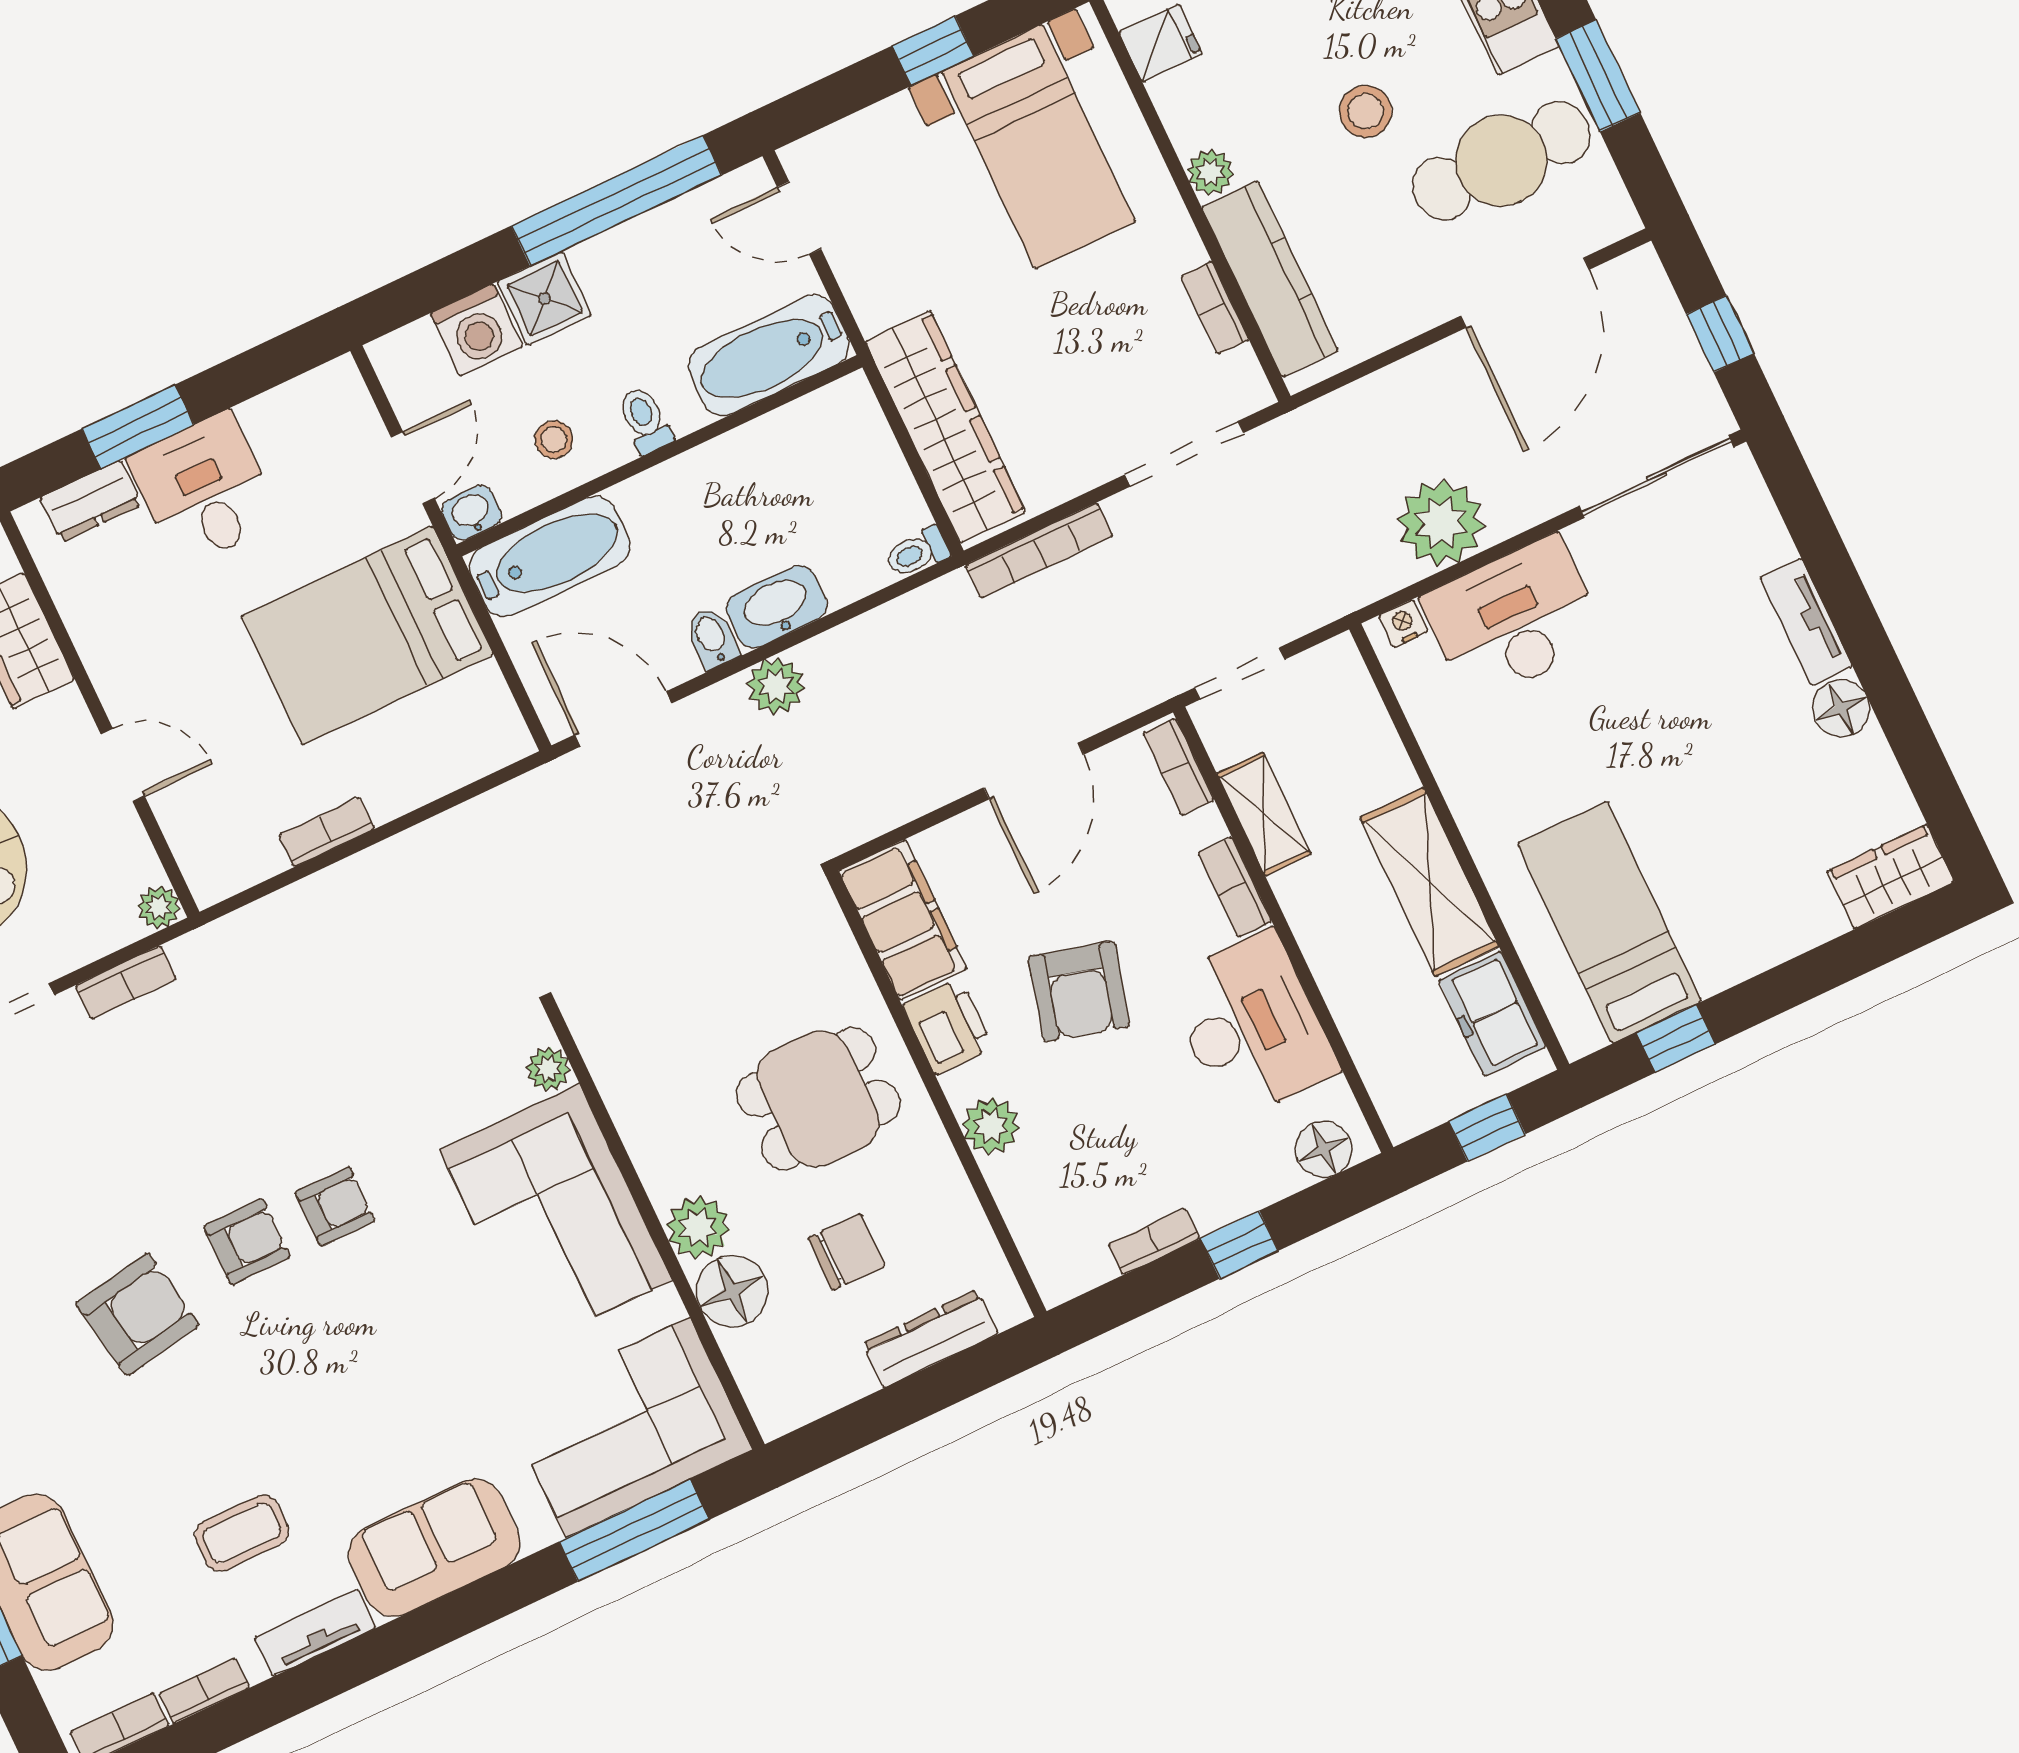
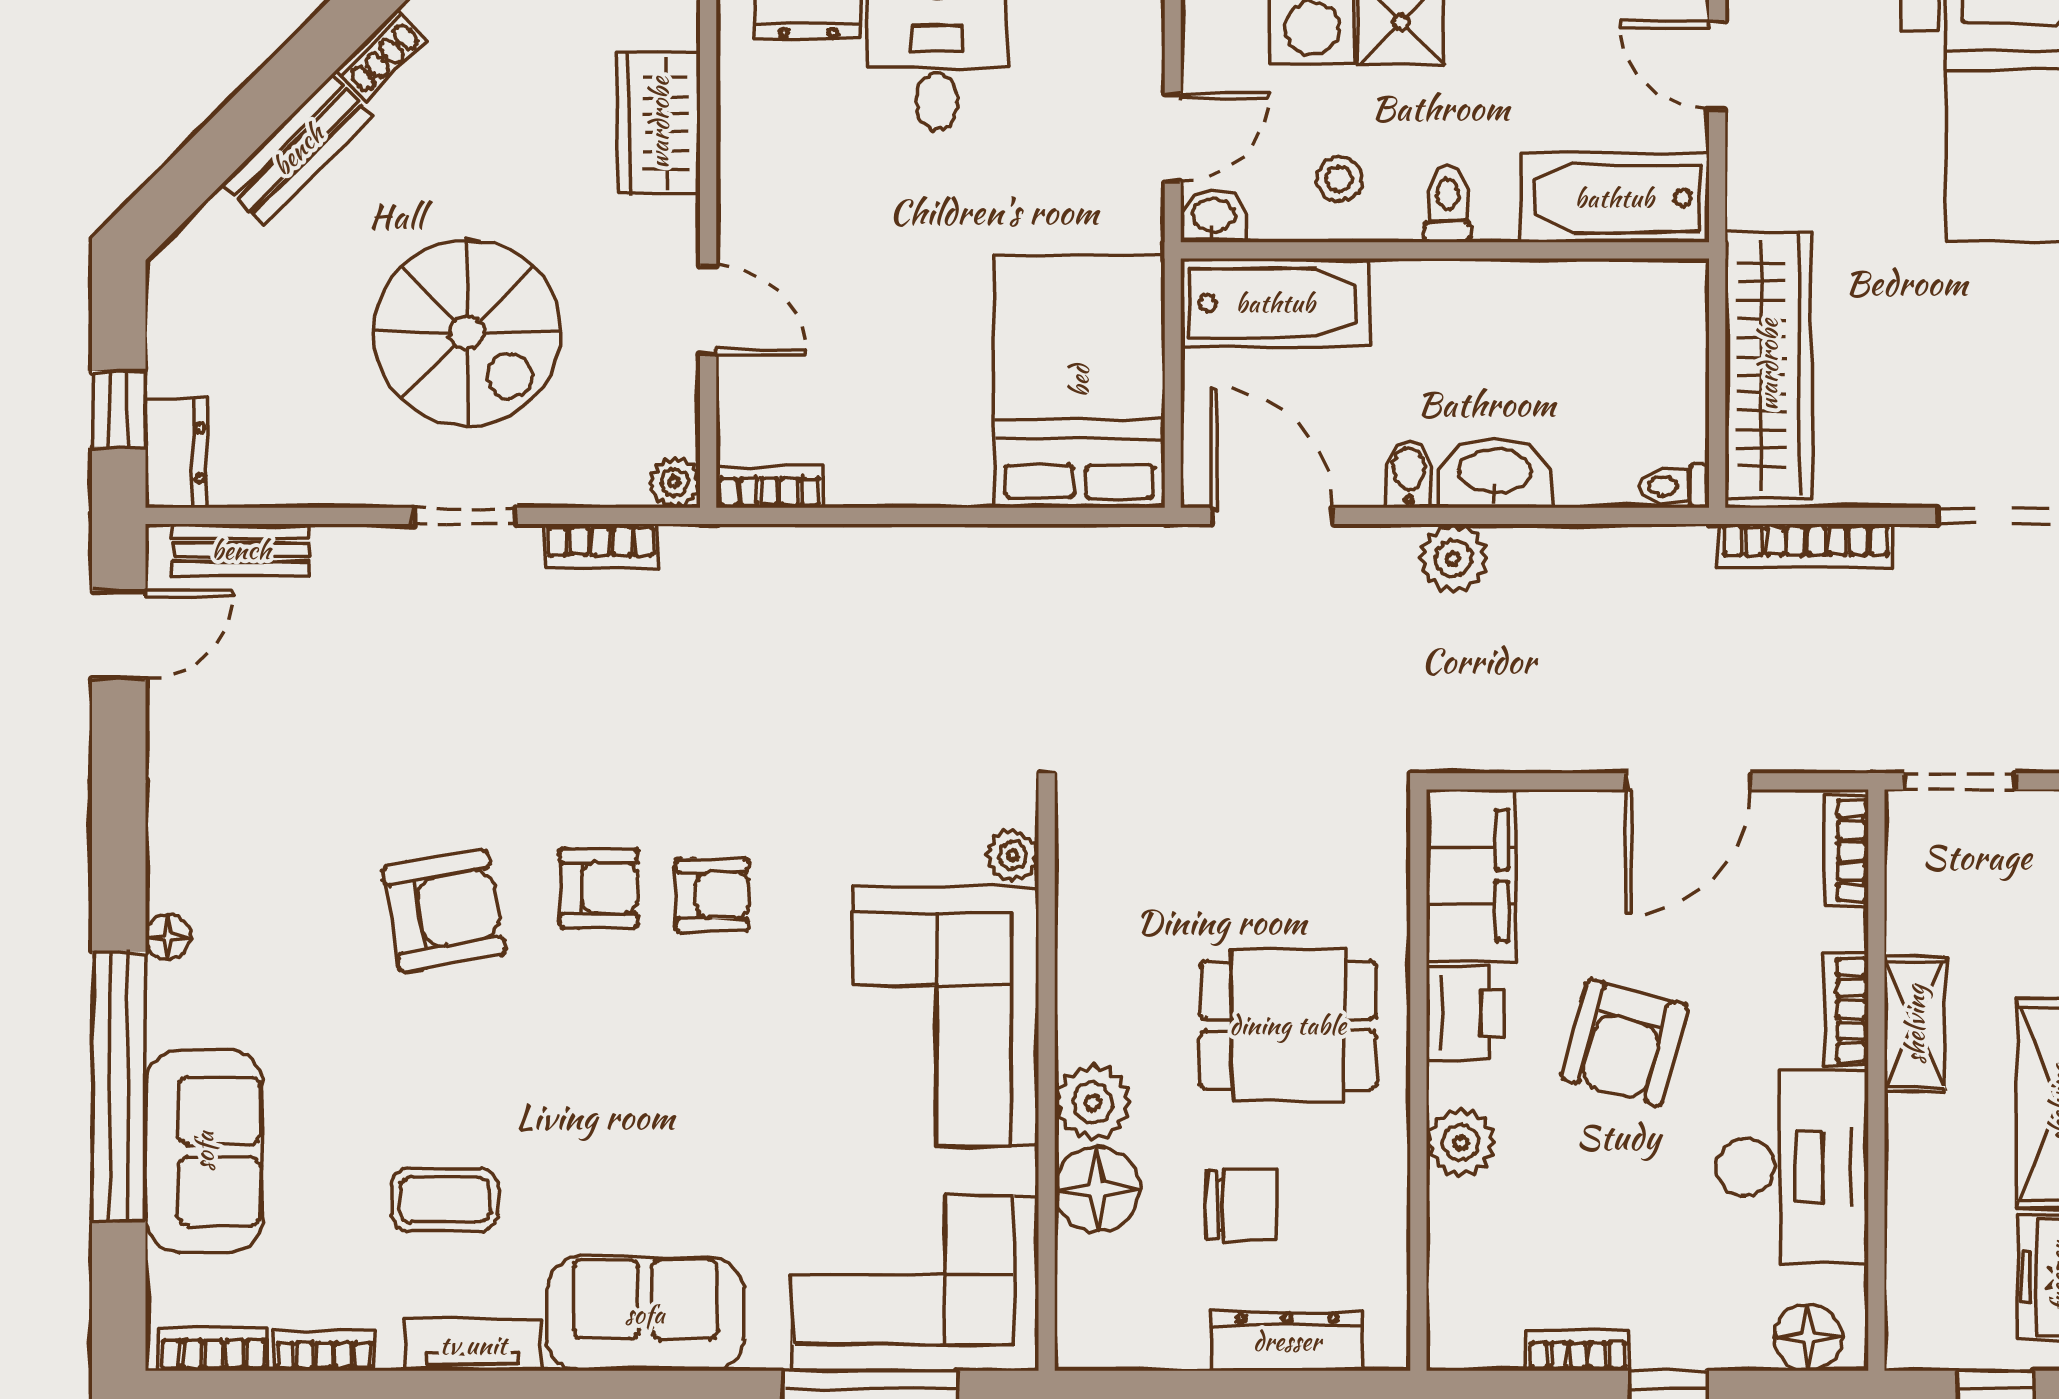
bed: (367, 635) -> (1079, 381), moved, turned 90
shelving: (1264, 814) -> (1915, 1024), moved
bookcase: (327, 832) -> (769, 487), moved

